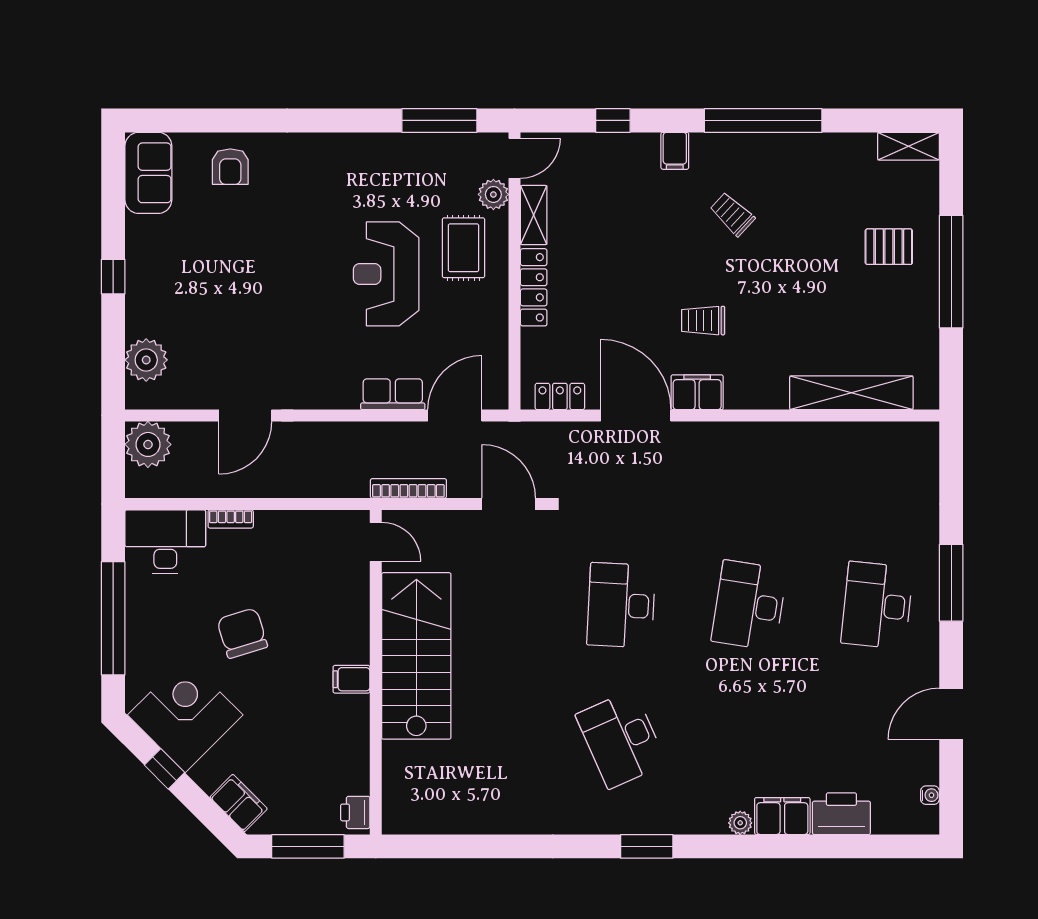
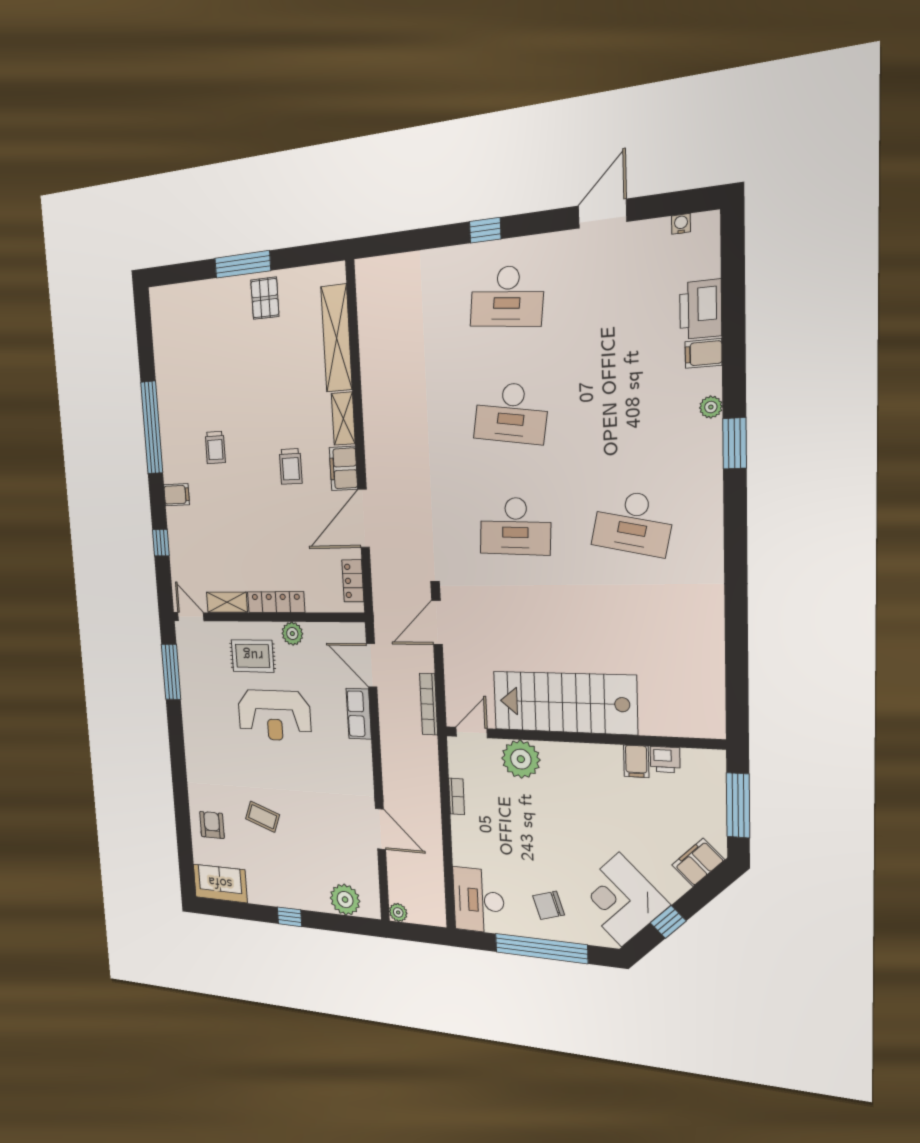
shelving: (908, 146) -> (343, 419), moved
armchair: (230, 167) -> (212, 825), turned -90
plant: (493, 194) -> (292, 634), moved
trolley: (732, 214) -> (215, 447), turned -43
coffee table: (248, 246) -> (263, 817), added
pallet: (889, 247) -> (265, 298), moved
window: (951, 272) -> (243, 264), width x0.68
plant: (148, 444) -> (398, 912), width x0.53, depth x0.53
bookcase: (231, 519) -> (456, 796), moved
window: (951, 583) -> (485, 230), width x0.46
plant: (346, 602) -> (521, 759), added
chair: (242, 633) -> (549, 905), moved, width x0.73, depth x0.73
filing cabinet: (351, 679) -> (636, 761), moved
door: (951, 714) -> (602, 214), swing flipped
desk: (621, 739) -> (633, 523), turned 36
printer: (355, 812) -> (665, 760), moved
filing cabinet: (782, 816) -> (704, 353), width x0.50
window: (647, 846) -> (735, 443), moved

